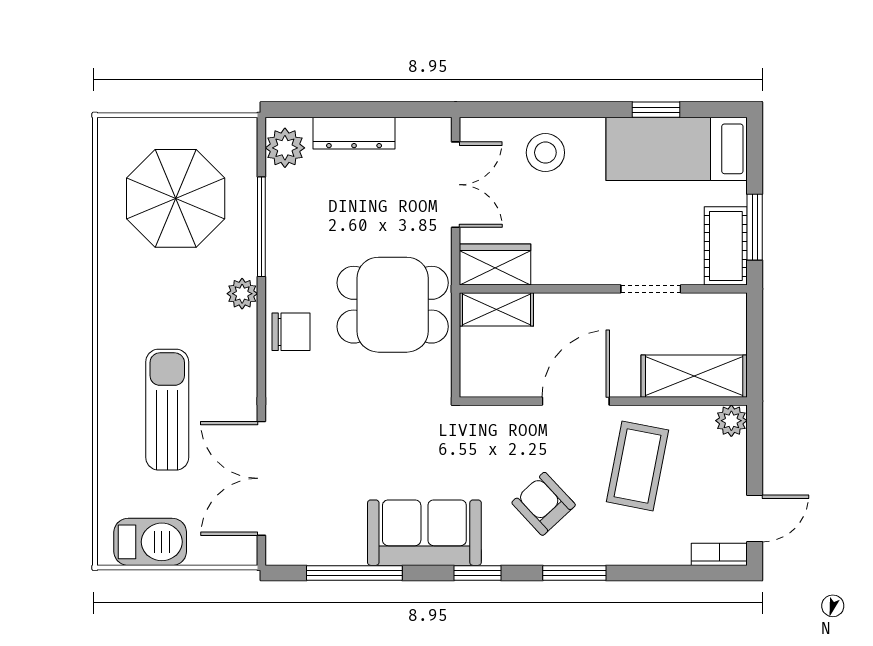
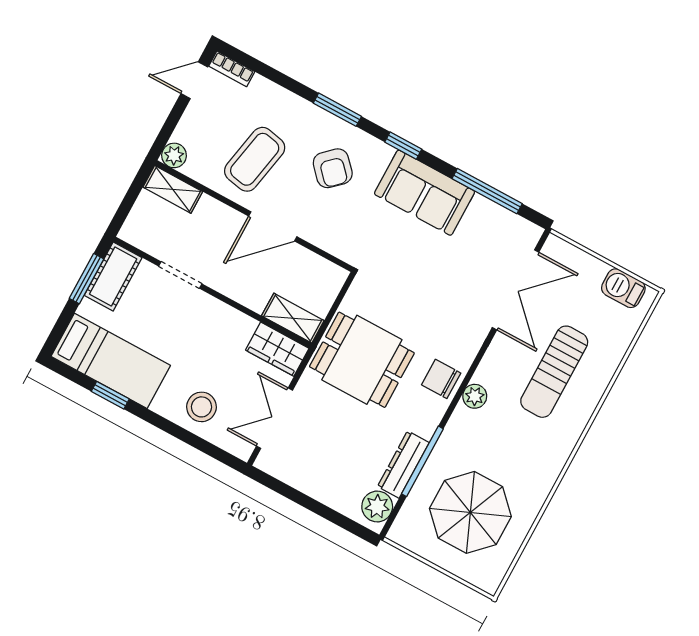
dresser: (354, 133) -> (403, 464), moved, turned -90
plant: (242, 294) -> (475, 396), moved
shelving: (694, 376) -> (173, 189), width x0.67, depth x0.75
barbecue: (150, 542) -> (623, 288), width x0.73, depth x0.79

